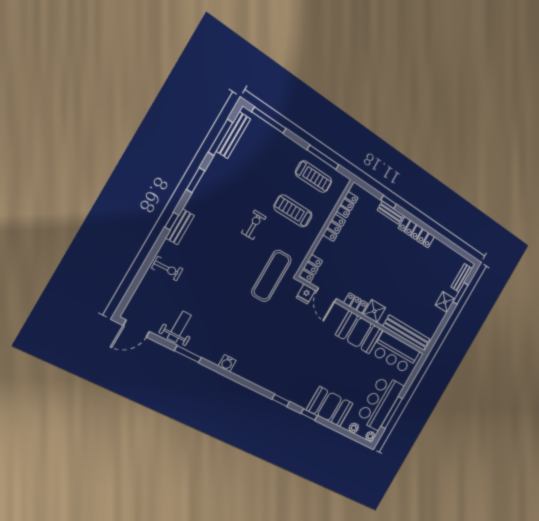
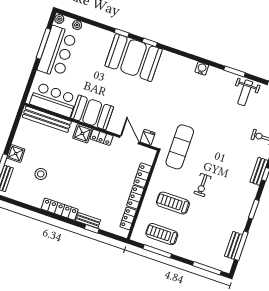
bench: (233, 135) -> (234, 245), width x0.73
treadmill: (293, 211) -> (173, 203), turned 180
locker: (311, 268) -> (143, 175), moved
stool: (426, 275) -> (41, 174), added
booth: (330, 407) -> (134, 58), moved, width x1.36, depth x1.42

